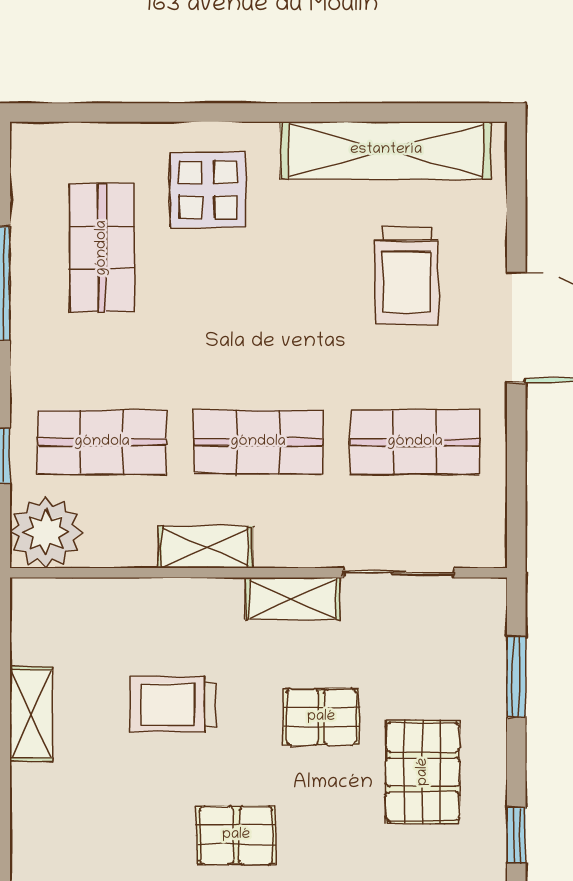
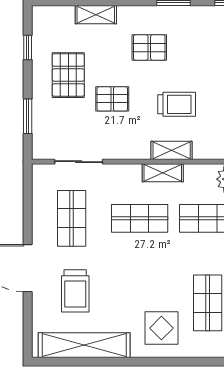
trolley: (407, 275) -> (75, 291), turned 180
shop shelf: (415, 442) -> (72, 218), turned 90
shelving: (293, 599) -> (172, 150), moved

